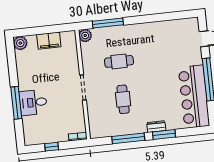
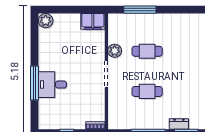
plant: (85, 36) -> (115, 51), moved
filing cabinet: (49, 41) -> (93, 21), moved
cafe table: (123, 99) -> (147, 91), turned 90

